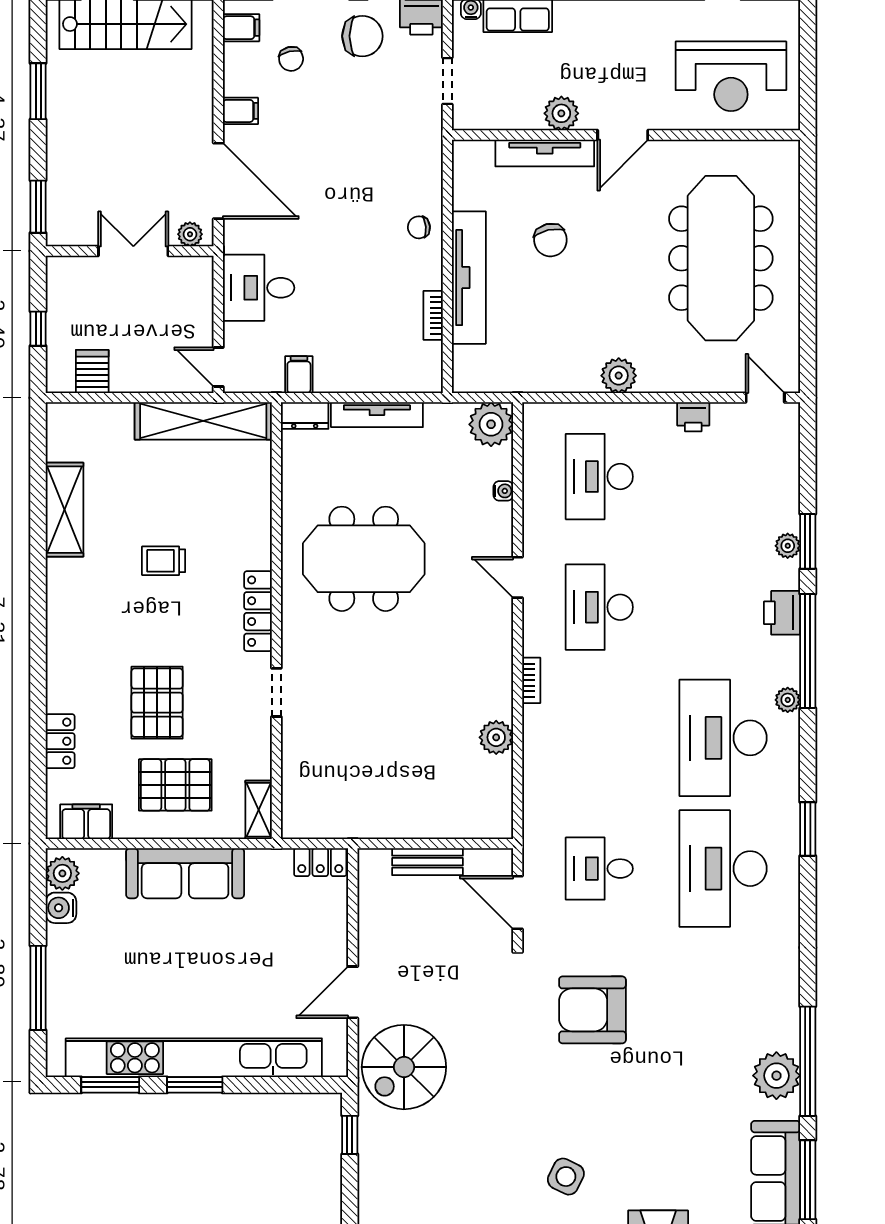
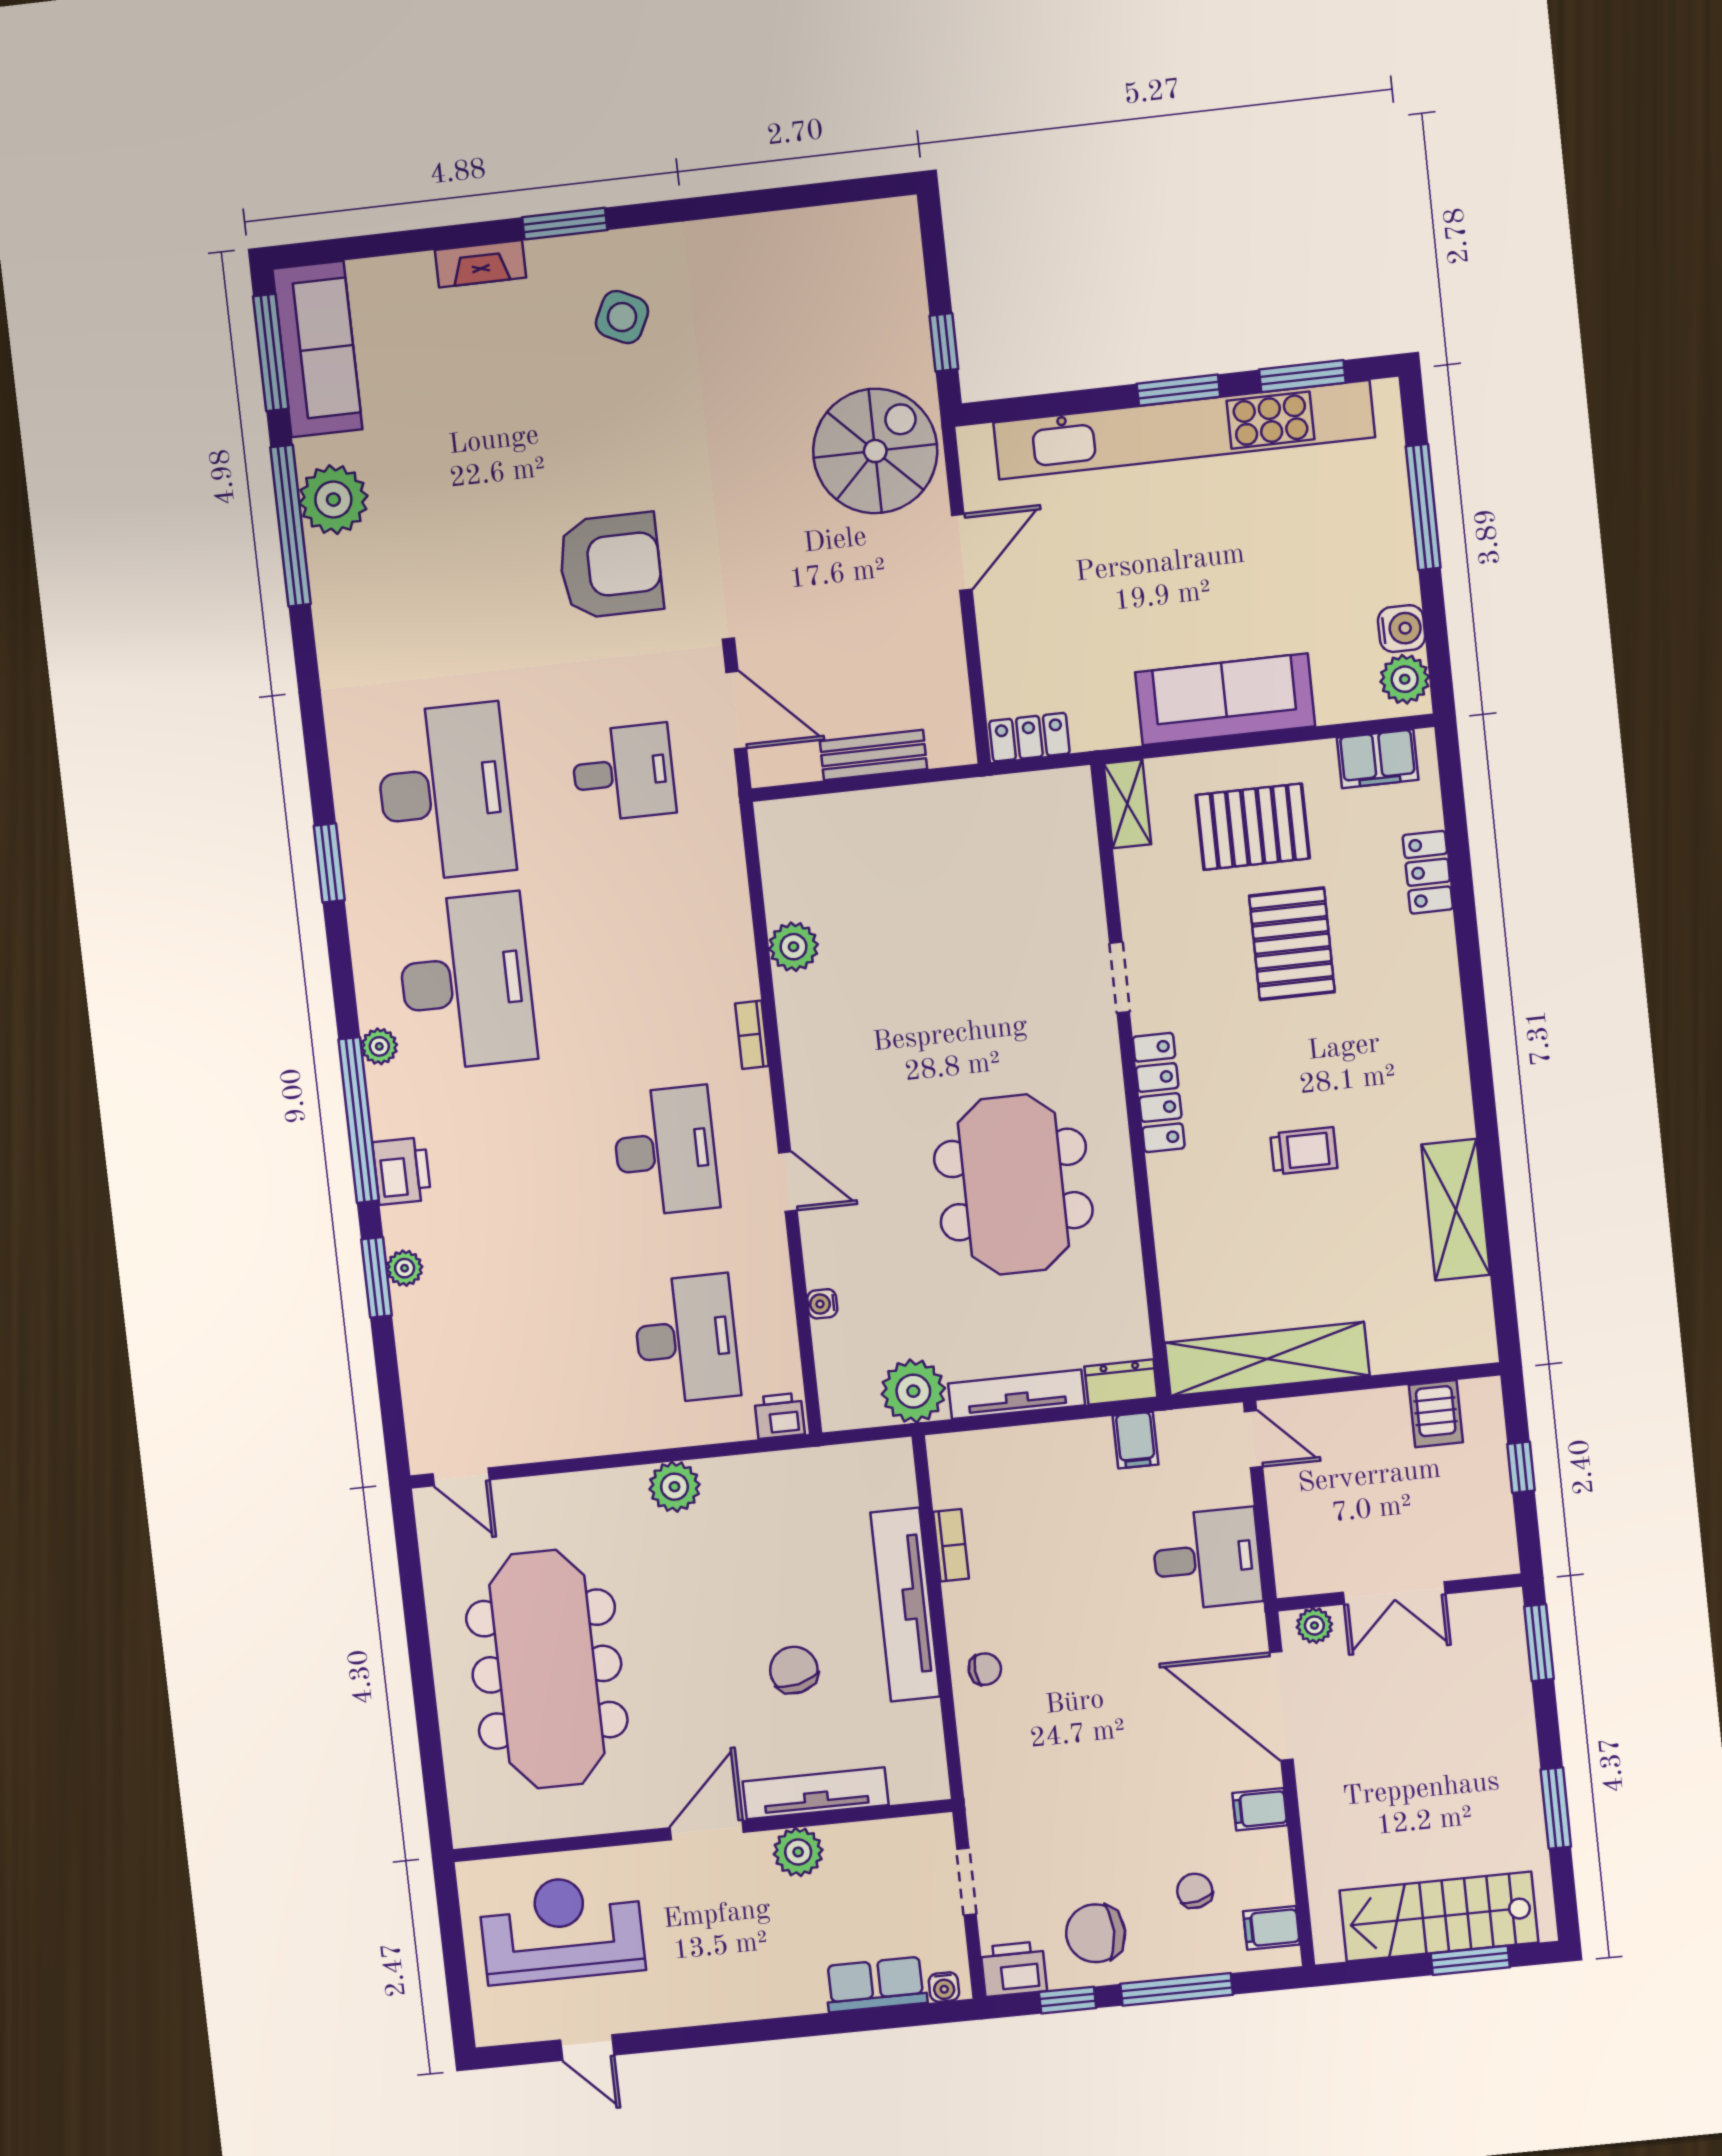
printer: (693, 417) -> (780, 1416), moved
plant: (491, 424) -> (913, 1391), moved
meeting table: (364, 559) -> (1013, 1185), turned 90

